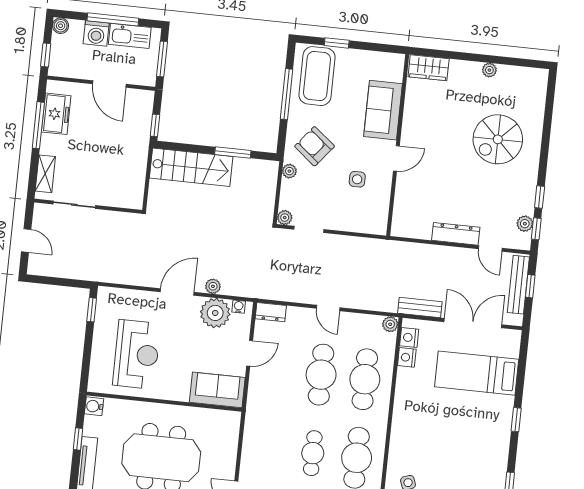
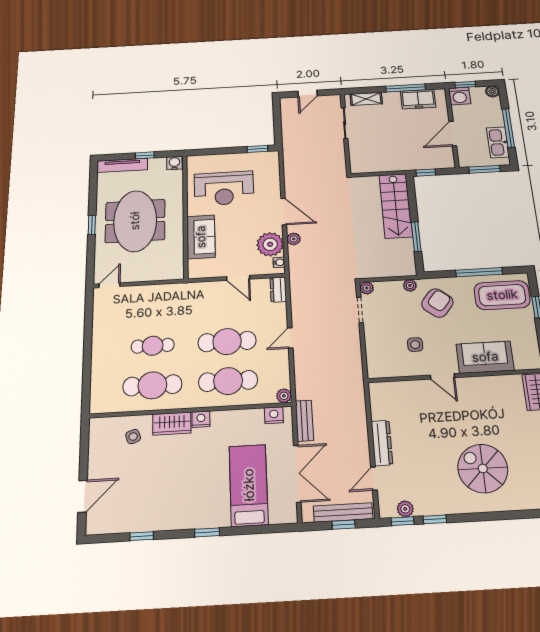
washing machine: (96, 33) -> (460, 96), moved, turned -90
nightstand: (407, 357) -> (201, 419), moved
sofa: (217, 390) -> (201, 237), moved
wardrobe: (401, 442) -> (172, 424), added

